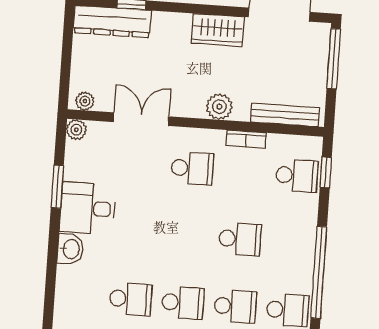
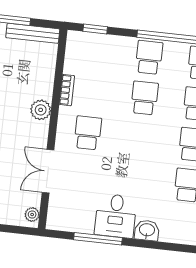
bench: (285, 115) -> (33, 33), moved, turned 90
plant: (76, 130) -> (54, 222), removed
school desk: (297, 176) -> (149, 57), moved
window: (57, 187) -> (98, 239), width x1.44

